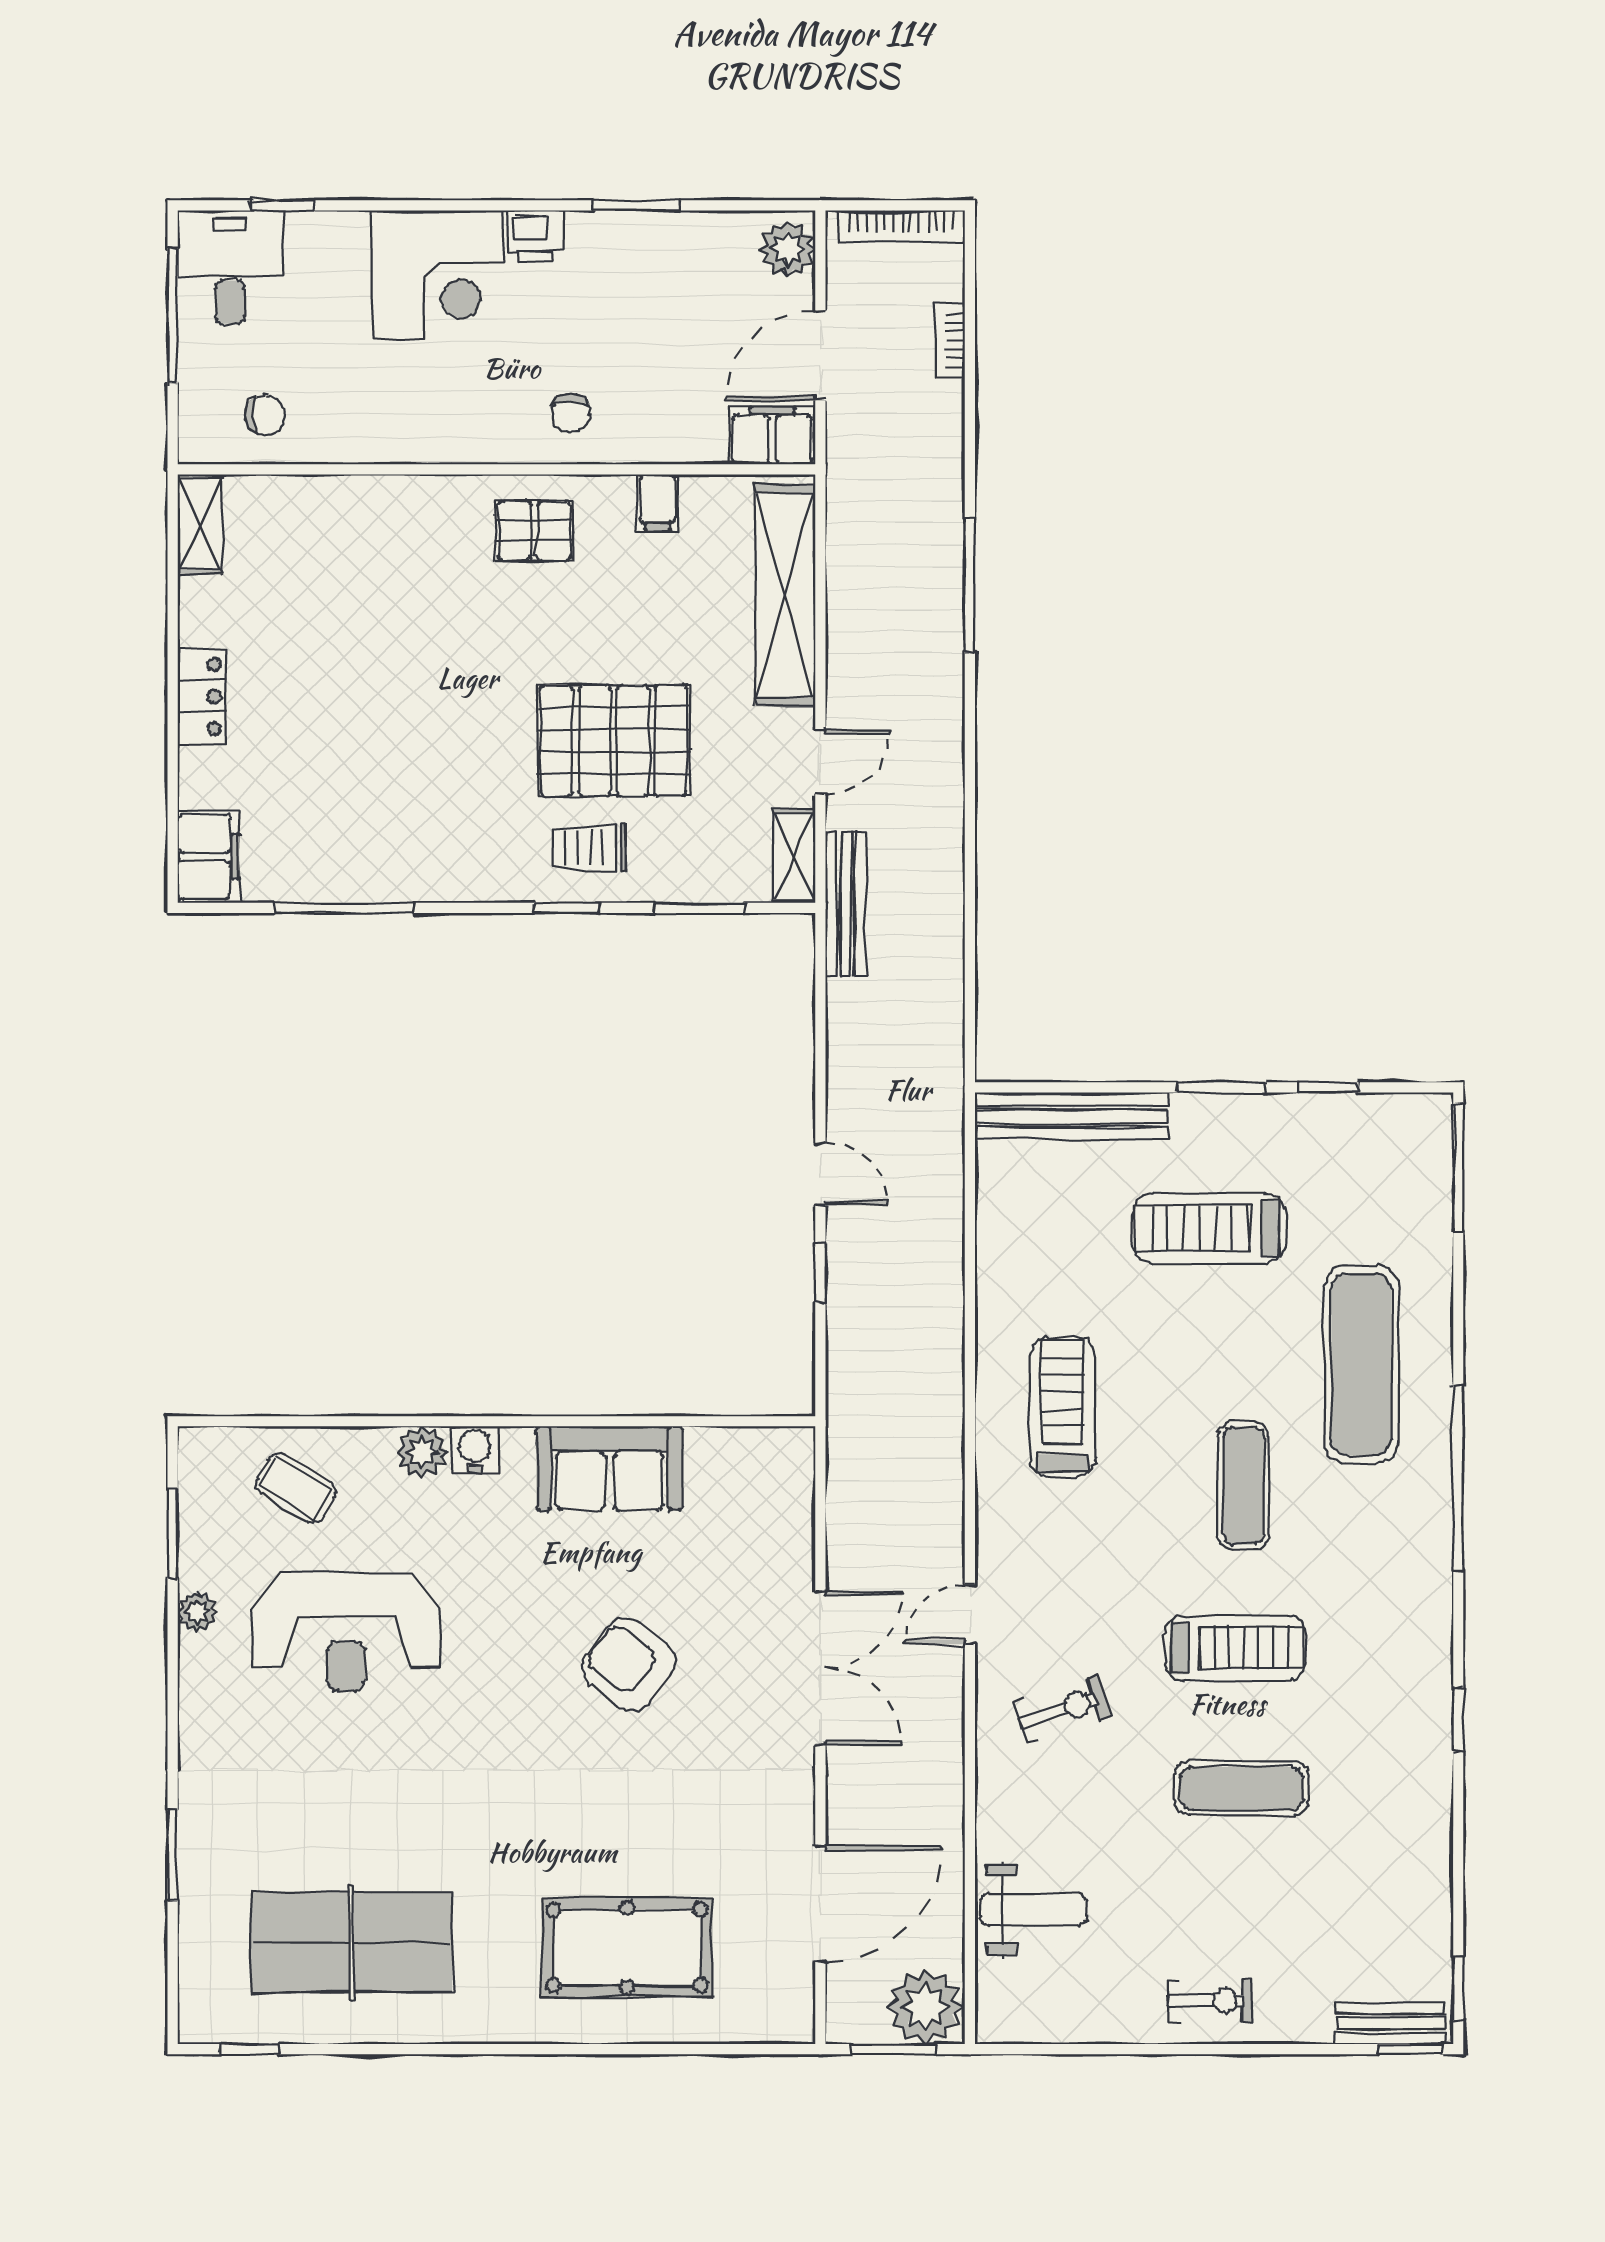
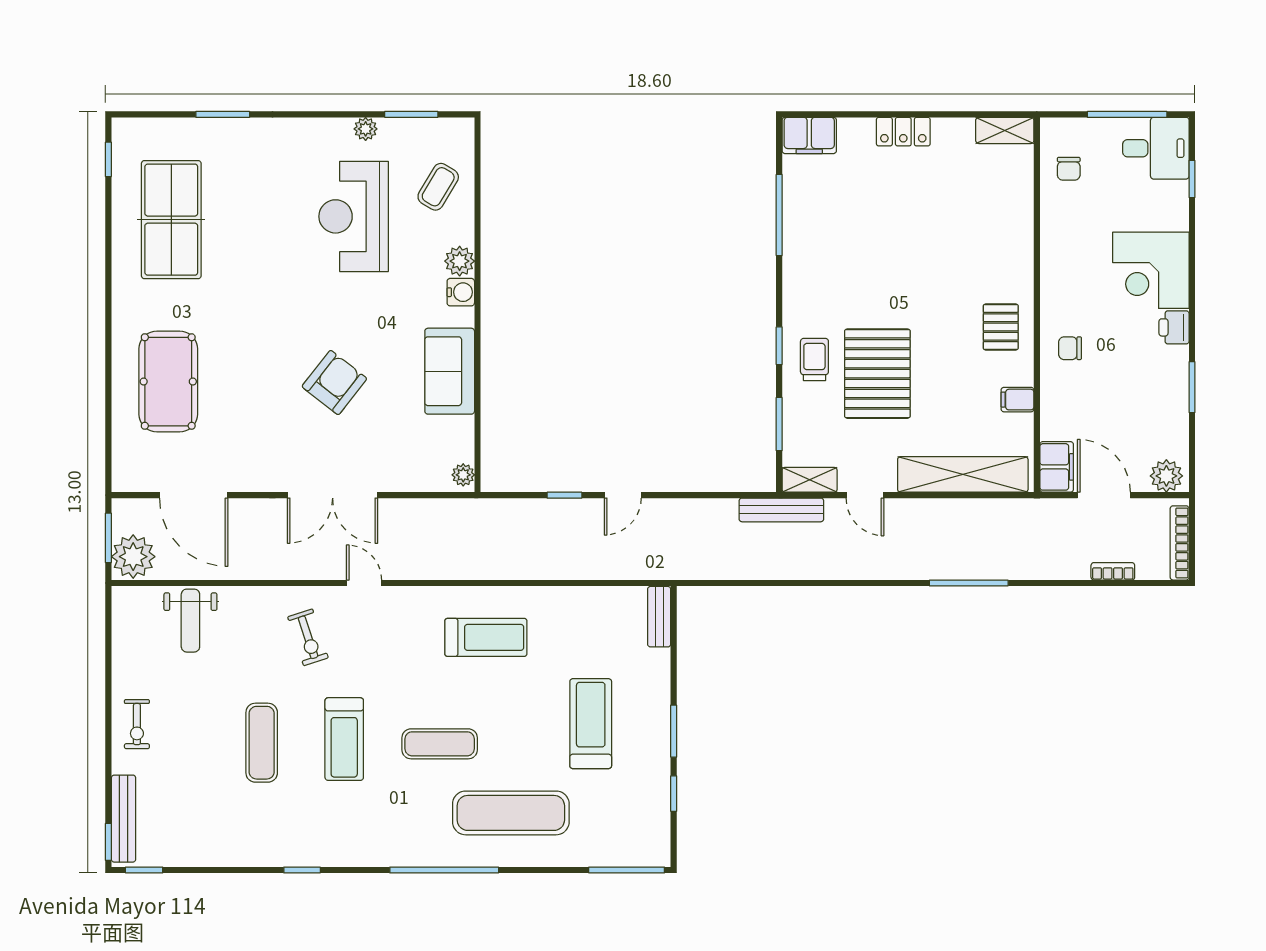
bench: (1072, 1116) -> (659, 617), width x0.54, depth x0.82
plant: (786, 1445) -> (463, 475), added
bench: (1391, 2023) -> (124, 819), width x1.36

